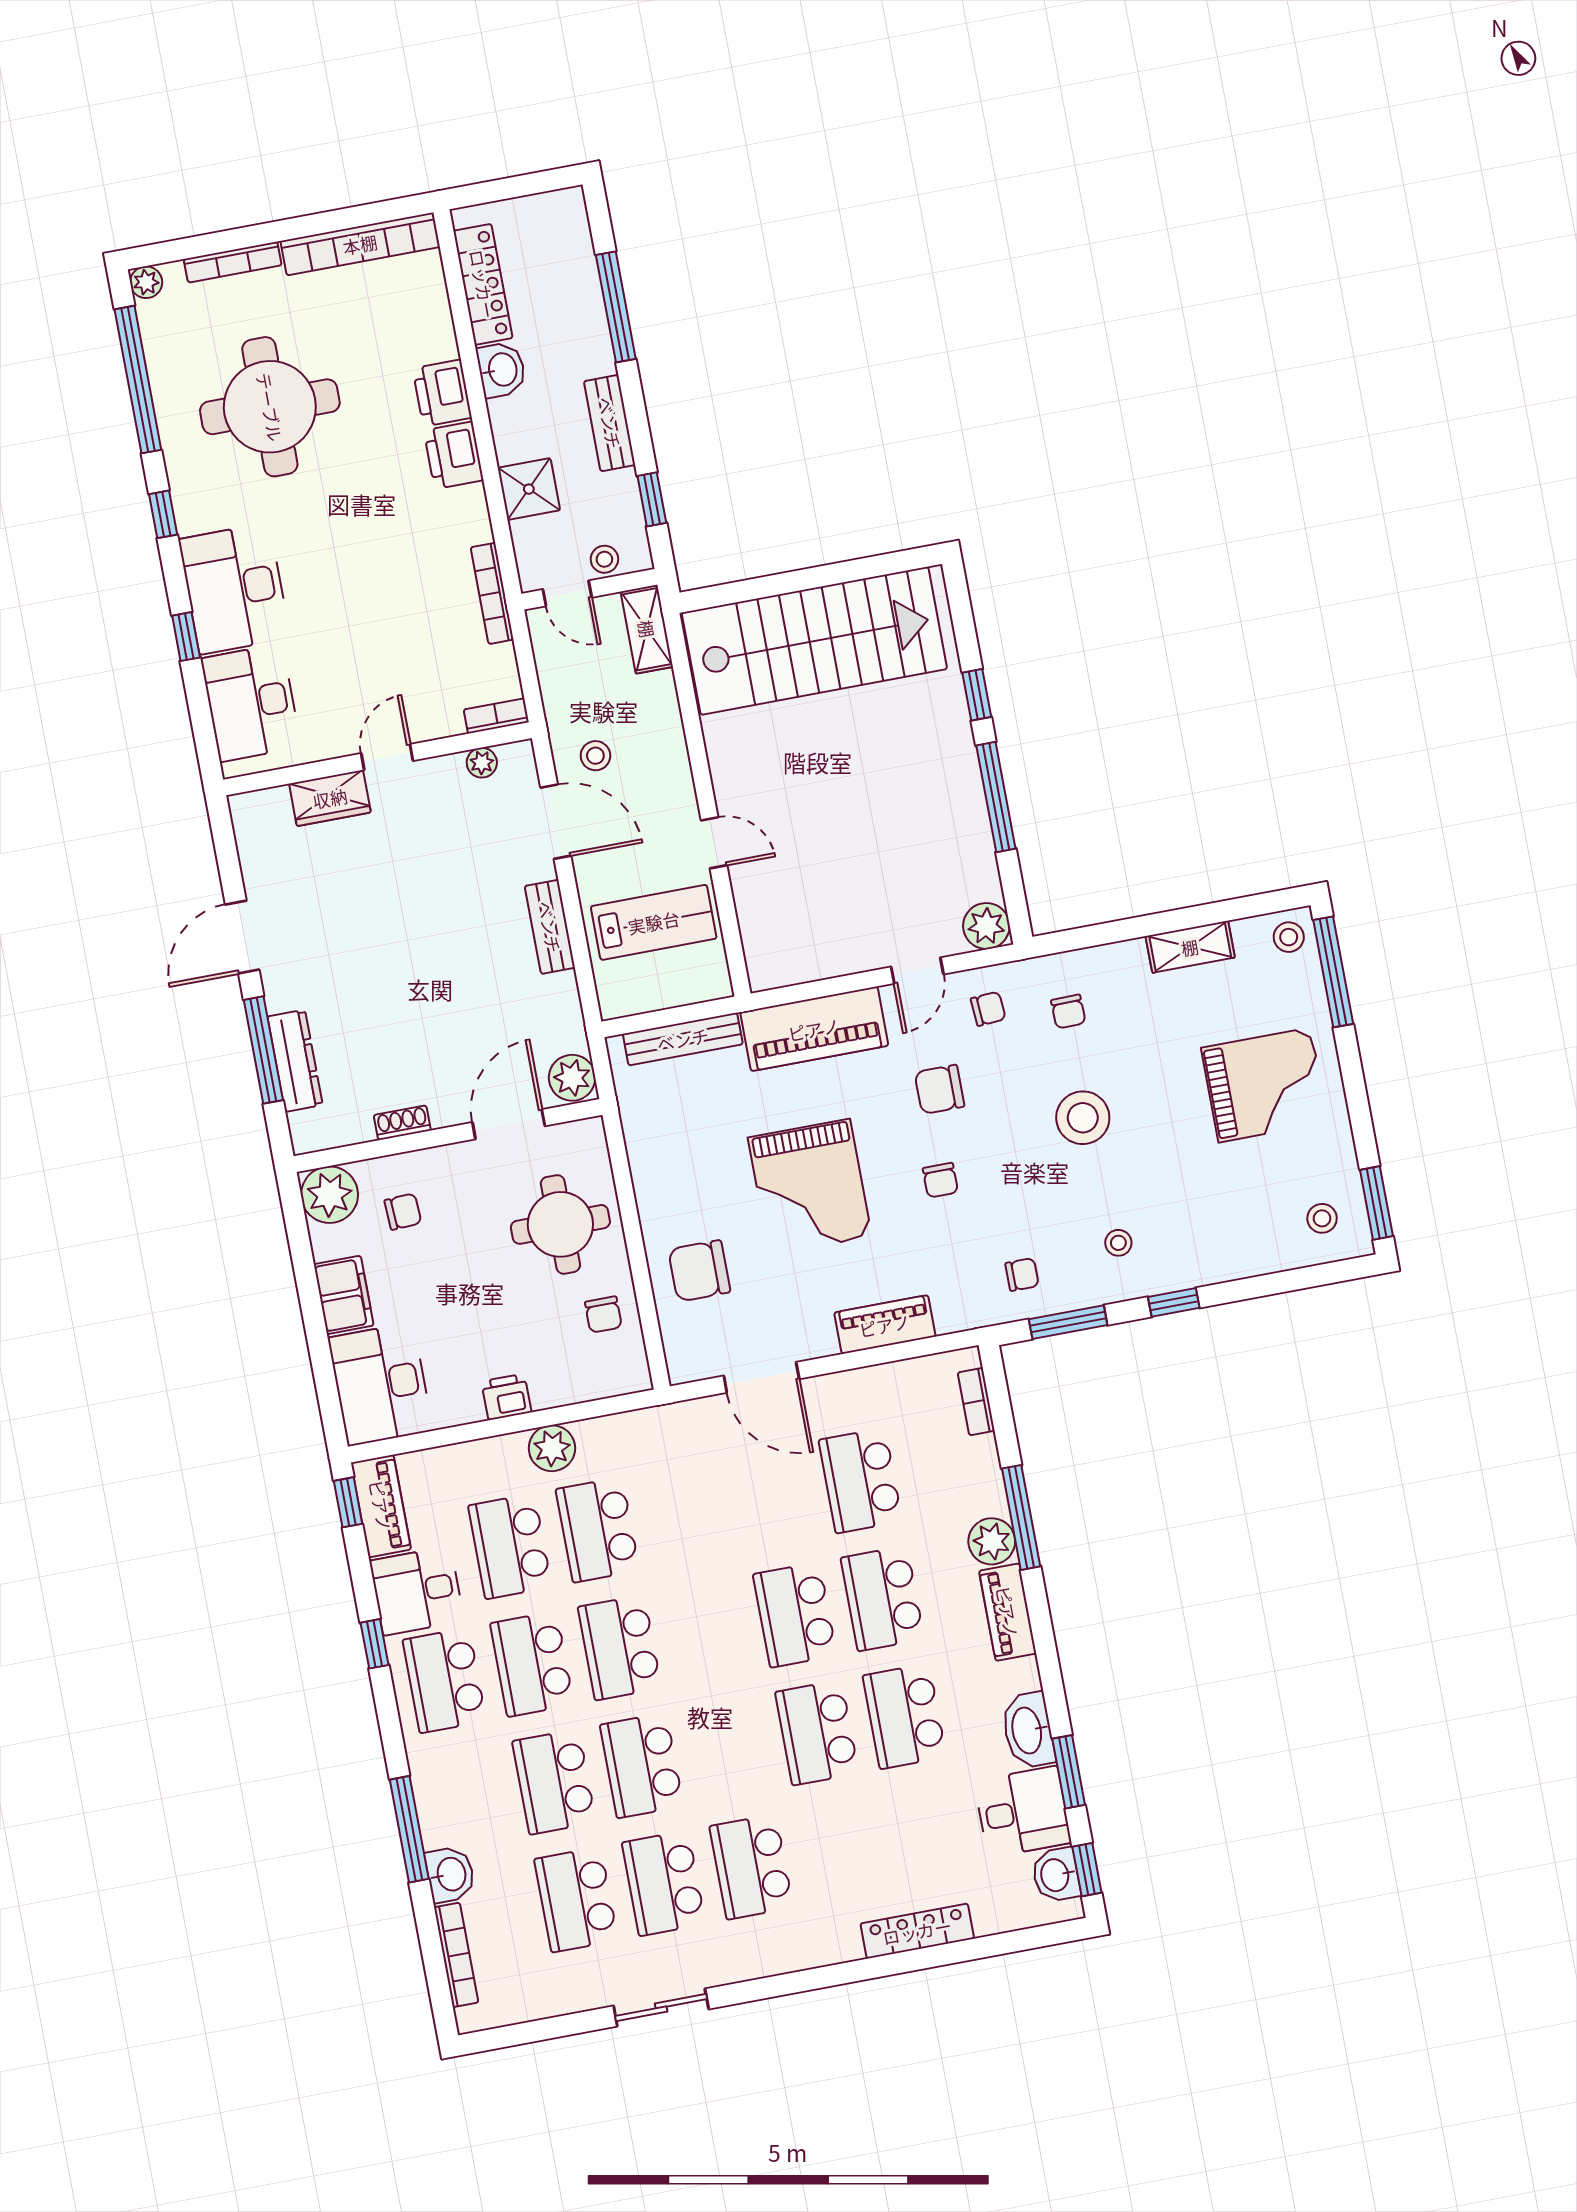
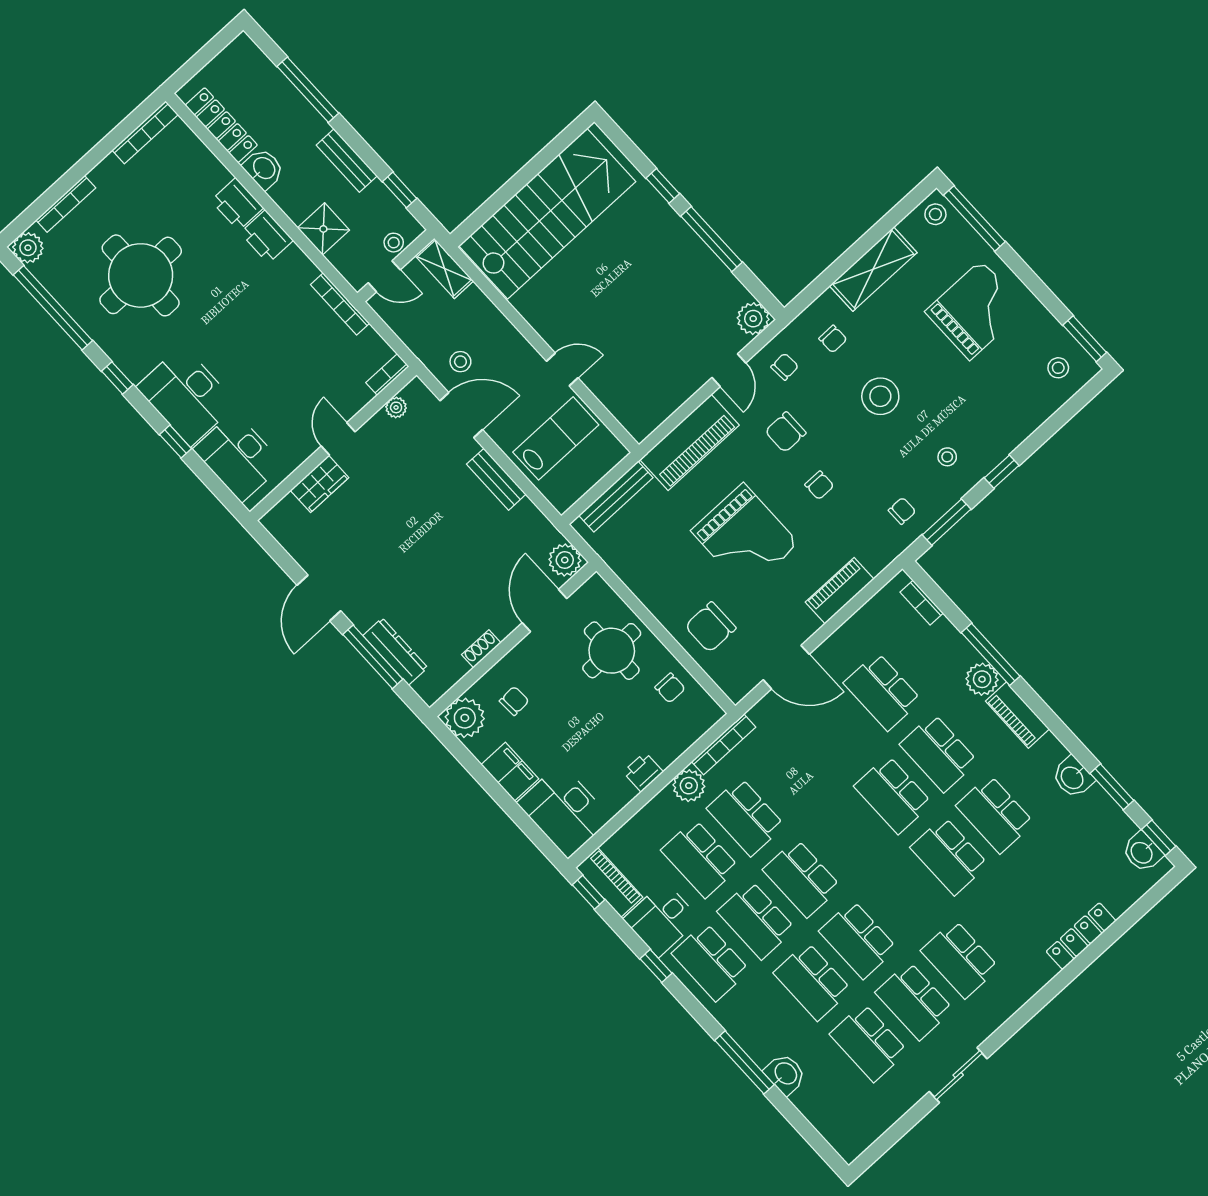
bookcase: (360, 244) -> (145, 132), width x0.68, depth x0.76
plant: (146, 282) -> (28, 248), width x1.38, depth x1.38
shelving: (1190, 947) -> (873, 269), width x1.50, depth x1.33
washbasin: (1028, 1730) -> (1073, 777), width x0.72
desk: (1023, 1812) -> (1099, 827), removed
bookcase: (456, 1955) -> (724, 744), moved, turned 90

